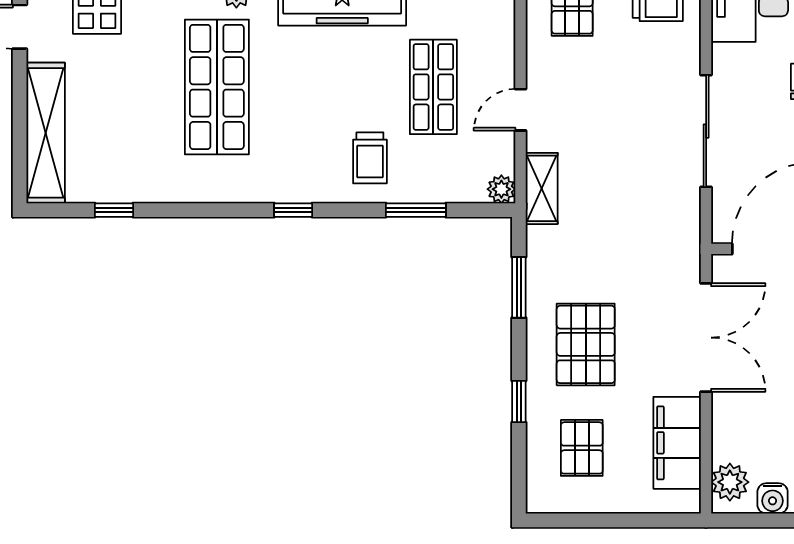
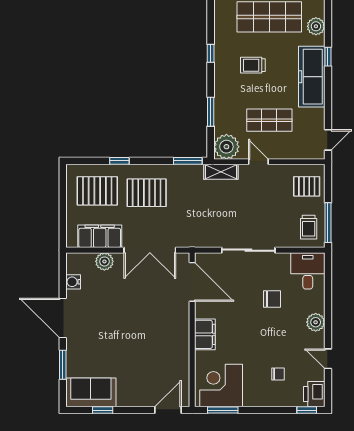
trolley: (370, 158) -> (253, 65), moved
plant: (501, 189) -> (226, 147), width x1.87, depth x1.87
window: (519, 287) -> (188, 161), moved
pallet: (582, 448) -> (97, 191), width x1.50, depth x1.42
plant: (730, 482) -> (104, 261), moved

